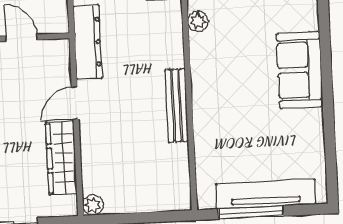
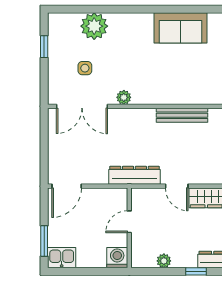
sofa: (300, 70) -> (181, 28), moved

